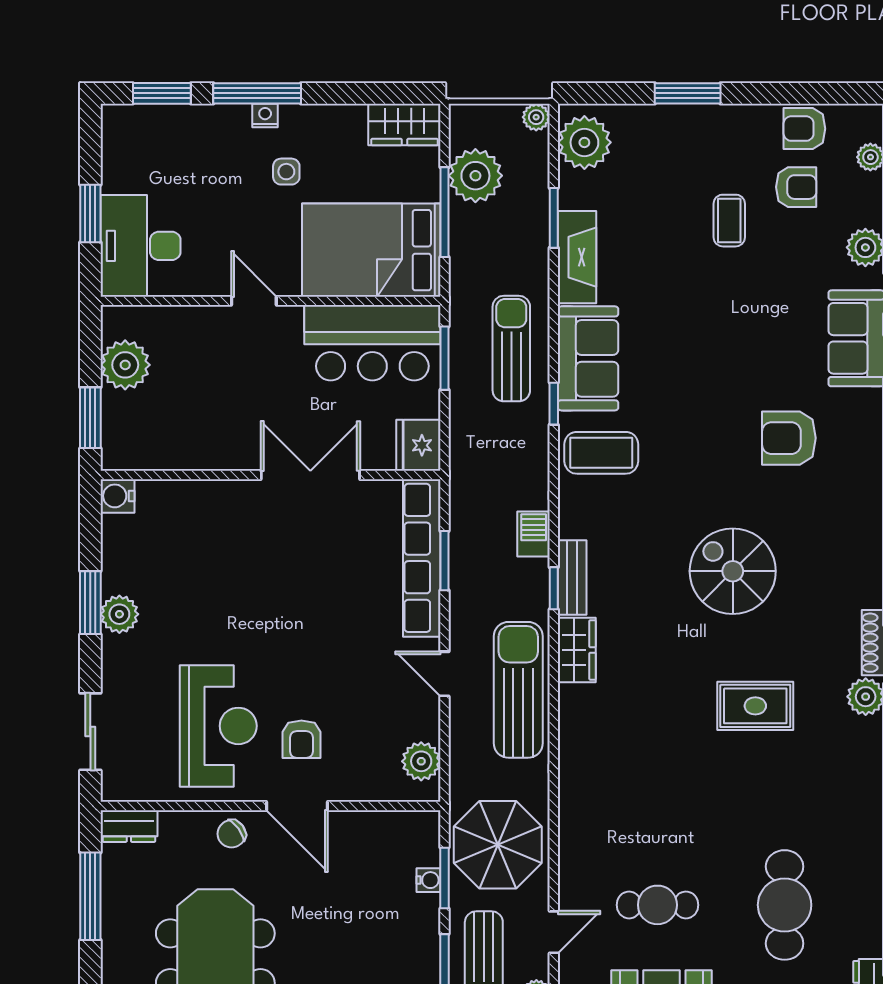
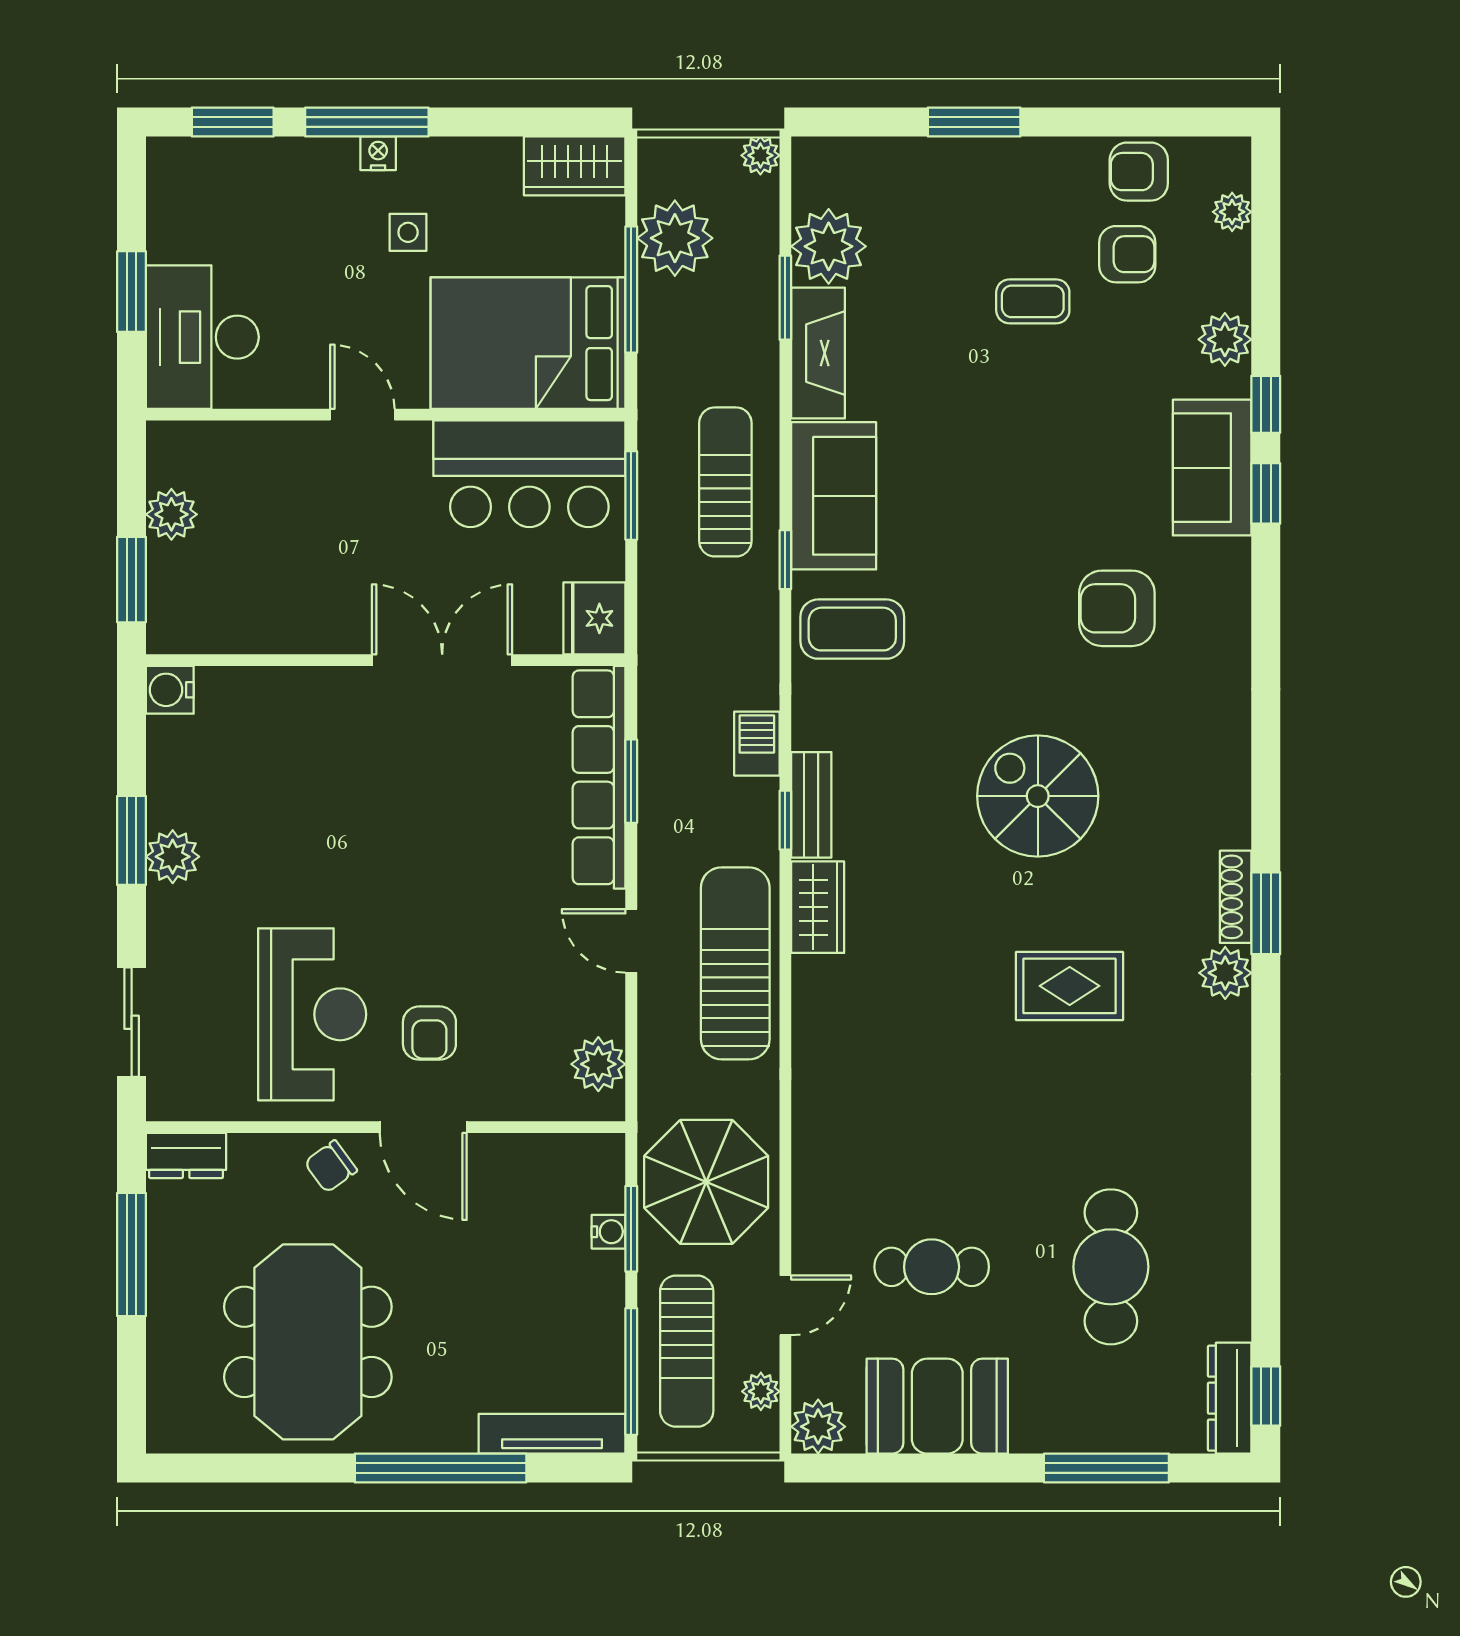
plant: (584, 142) -> (829, 246), moved
coffee table: (729, 221) -> (1033, 301), turned 90
plant: (125, 365) -> (171, 514), width x0.73, depth x0.73

